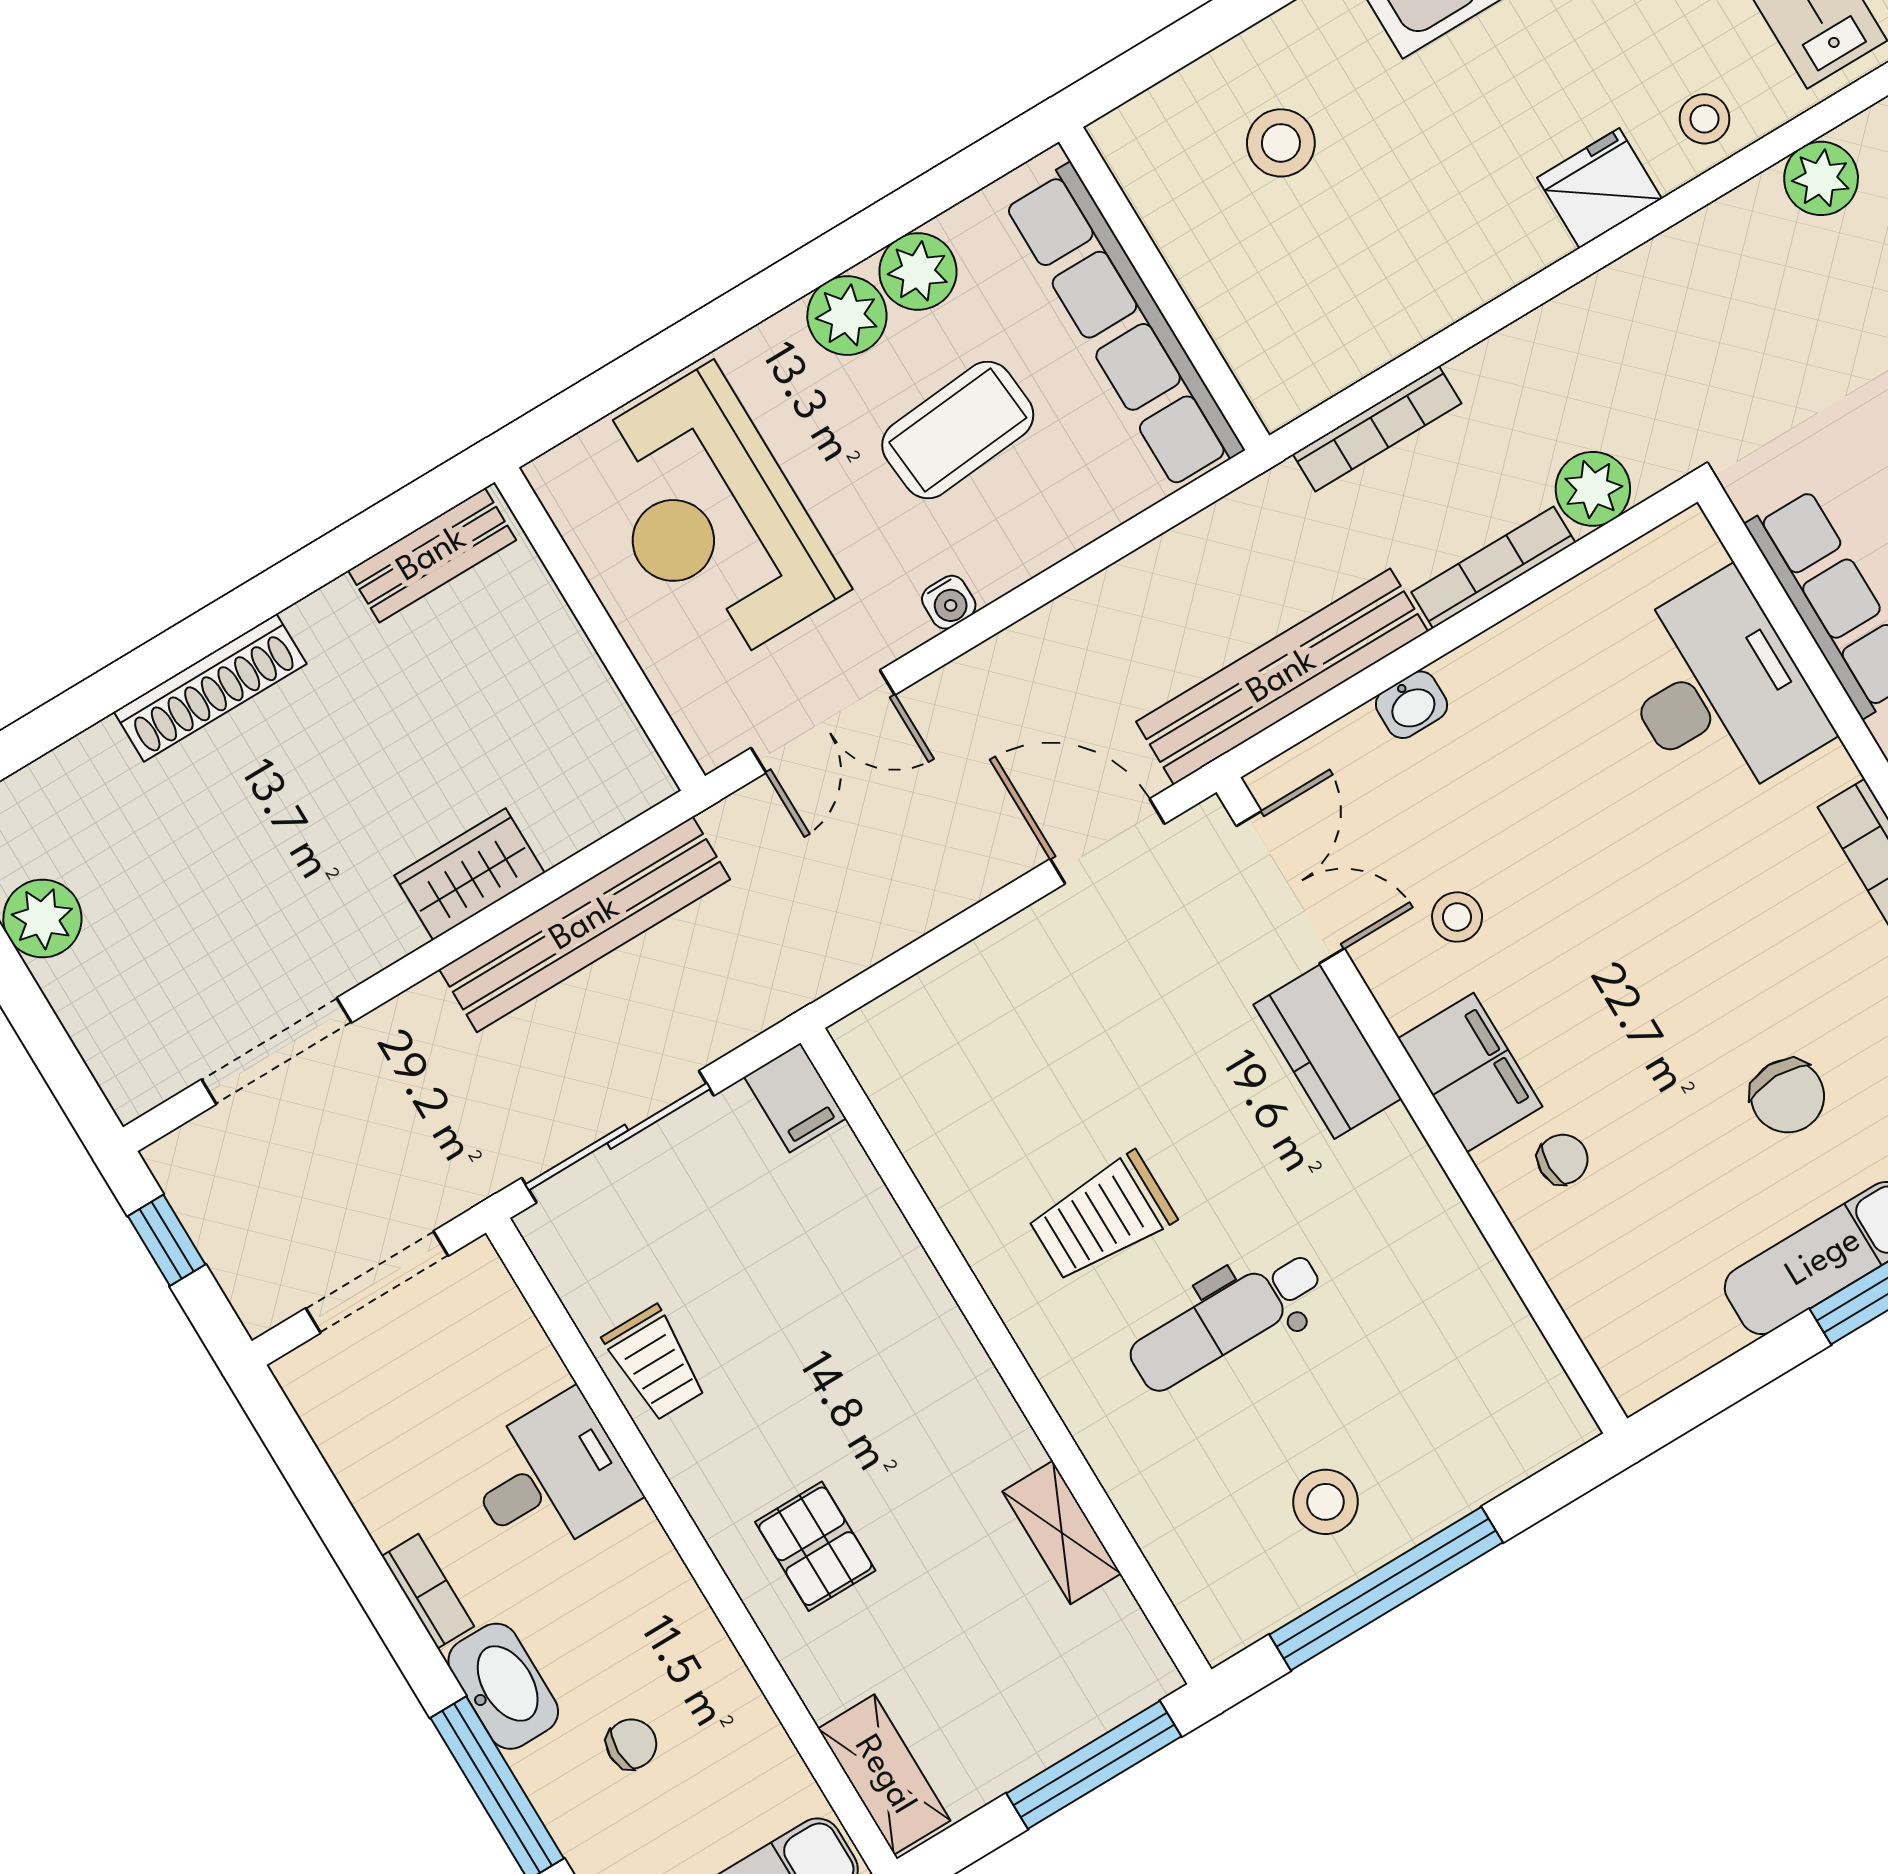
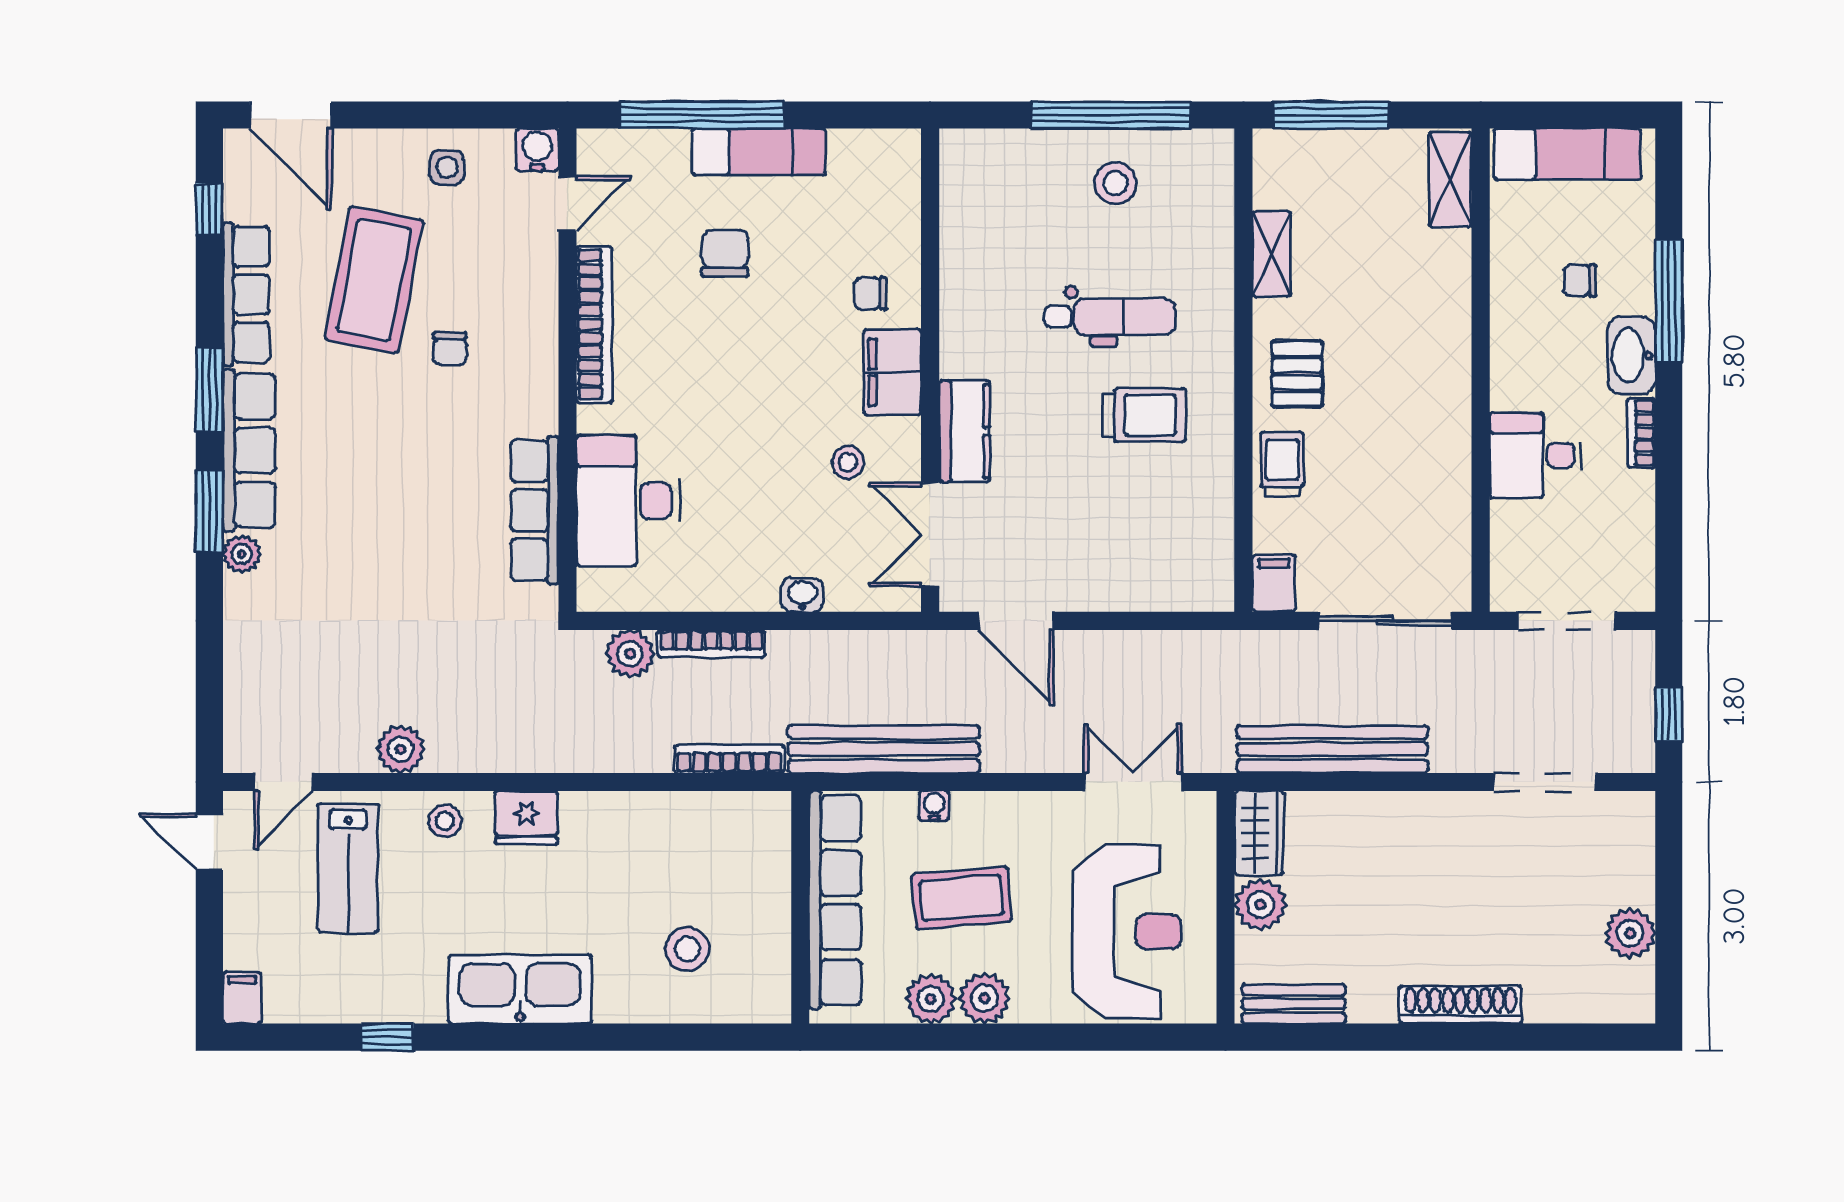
water cooler: (949, 602) -> (934, 806), moved
plant: (556, 661) -> (1260, 905), added
bench: (1282, 677) -> (884, 749), moved
wardrobe: (469, 874) -> (1259, 833), moved, turned -90
trolley: (655, 1363) -> (1282, 464), moved
pallet: (815, 1546) -> (1297, 374), moved

